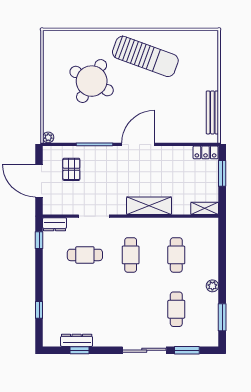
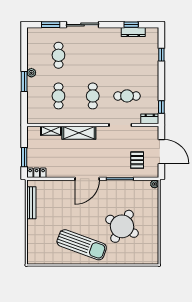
sun lounger: (145, 56) -> (82, 245), turned 180
shelving: (205, 208) -> (51, 131), moved
window: (222, 317) -> (24, 81), moved

